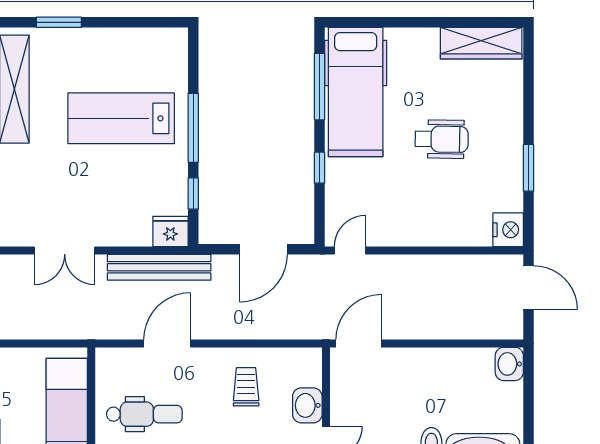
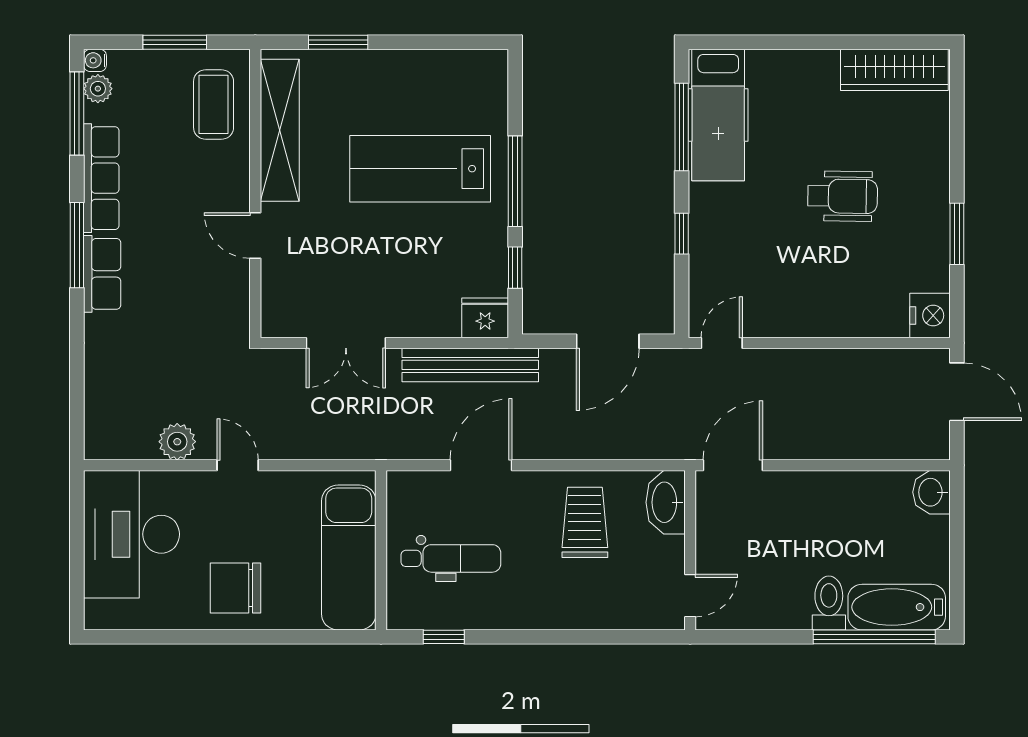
hospital bed: (356, 92) -> (718, 115), width x0.73, depth x0.78
trolley: (246, 387) -> (585, 522), width x1.36, depth x1.39
washbasin: (307, 405) -> (666, 502), moved, width x1.38

